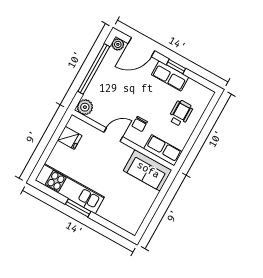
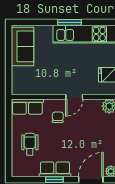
wheelchair: (181, 113) -> (30, 144), turned 180
sofa: (148, 170) -> (22, 46), moved, turned 90

